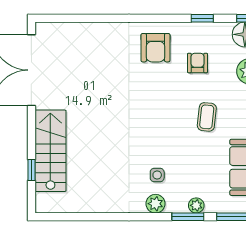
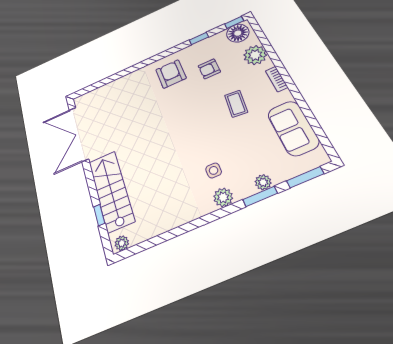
armchair: (155, 48) -> (171, 74), turned 180
armchair: (198, 63) -> (209, 69), turned -90
plant: (47, 206) -> (122, 243), added

